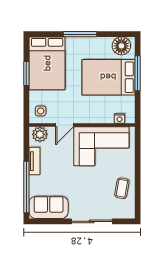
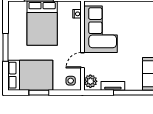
floor lamp: (121, 46) -> (16, 12), removed
door: (65, 125) -> (82, 60), swing flipped
coffee table: (122, 188) -> (136, 12), removed

